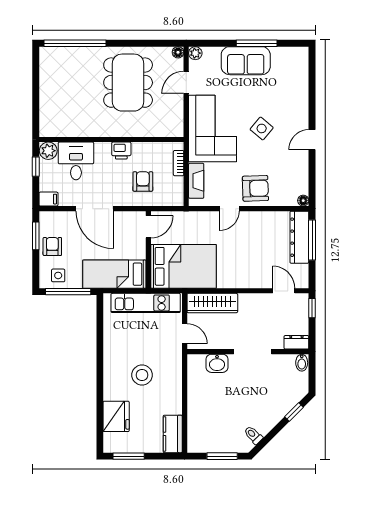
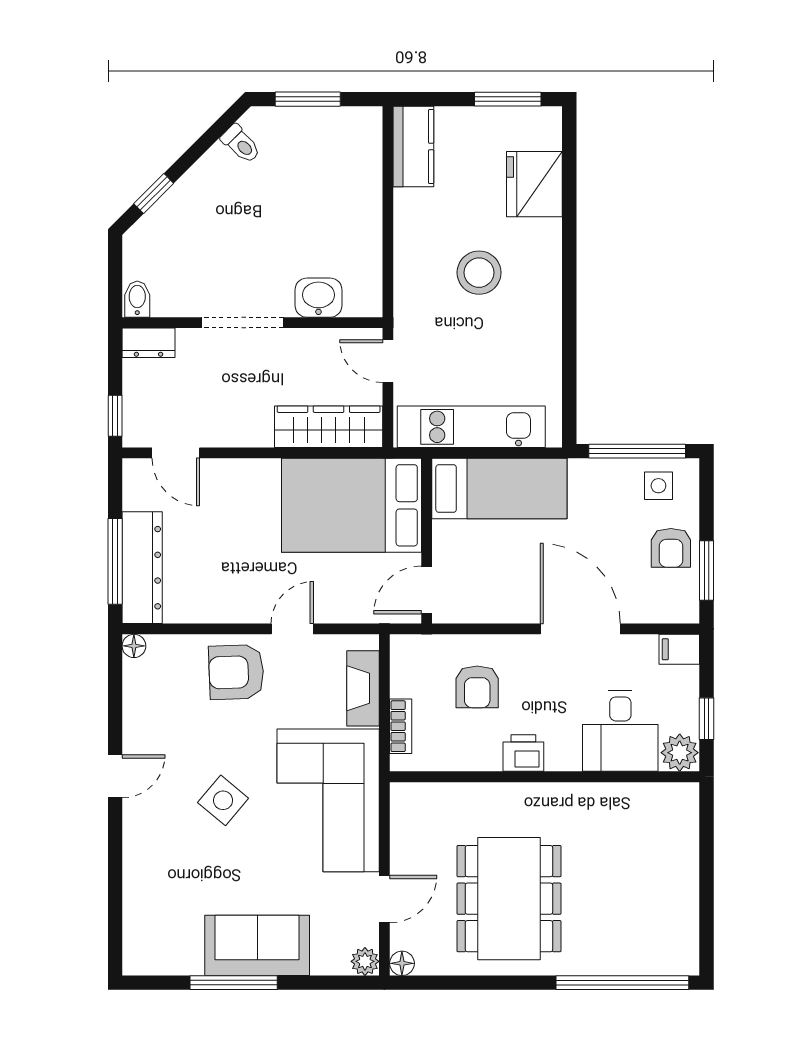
door: (148, 227) -> (427, 590), moved
wall: (148, 250) -> (427, 541), moved
bed: (183, 266) -> (352, 505), moved
bed: (114, 274) -> (499, 489), moved

